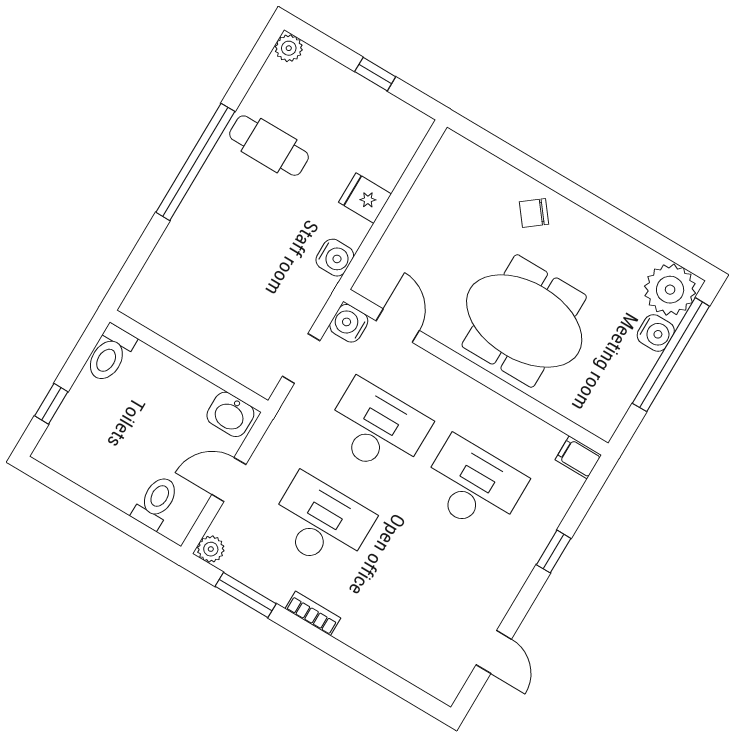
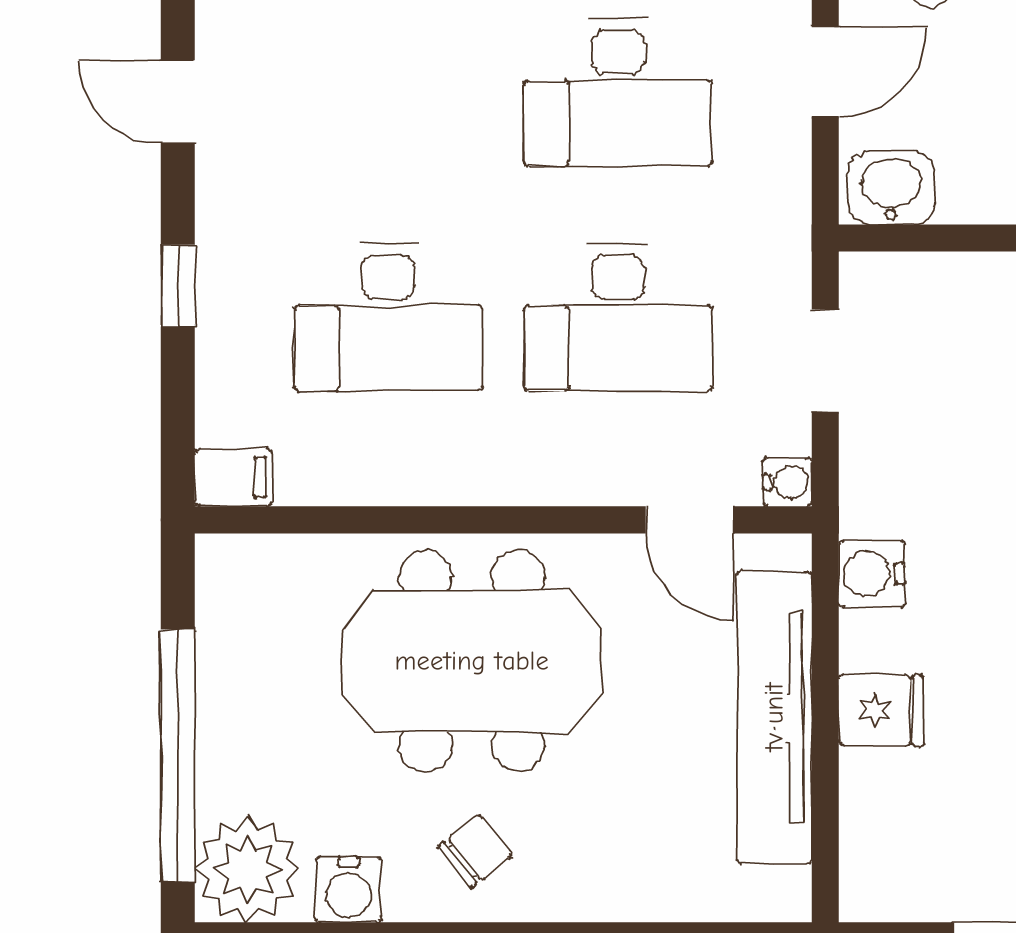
chair: (534, 213) -> (475, 851), moved
tv unit: (411, 222) -> (774, 717), added
water cooler: (349, 323) -> (787, 482), width x0.72, depth x0.72
water cooler: (656, 333) -> (348, 890), moved, turned -90
door: (494, 652) -> (178, 101), moved

